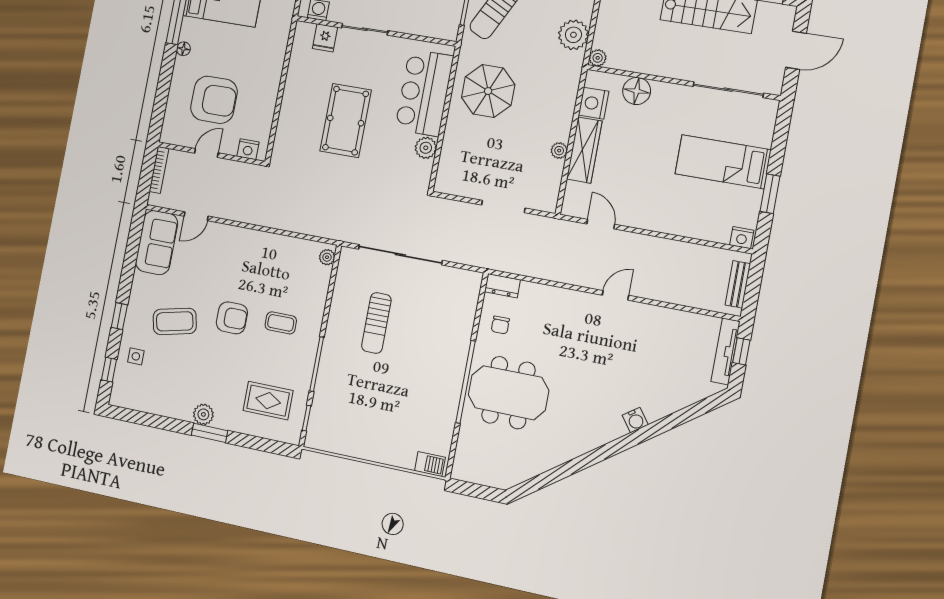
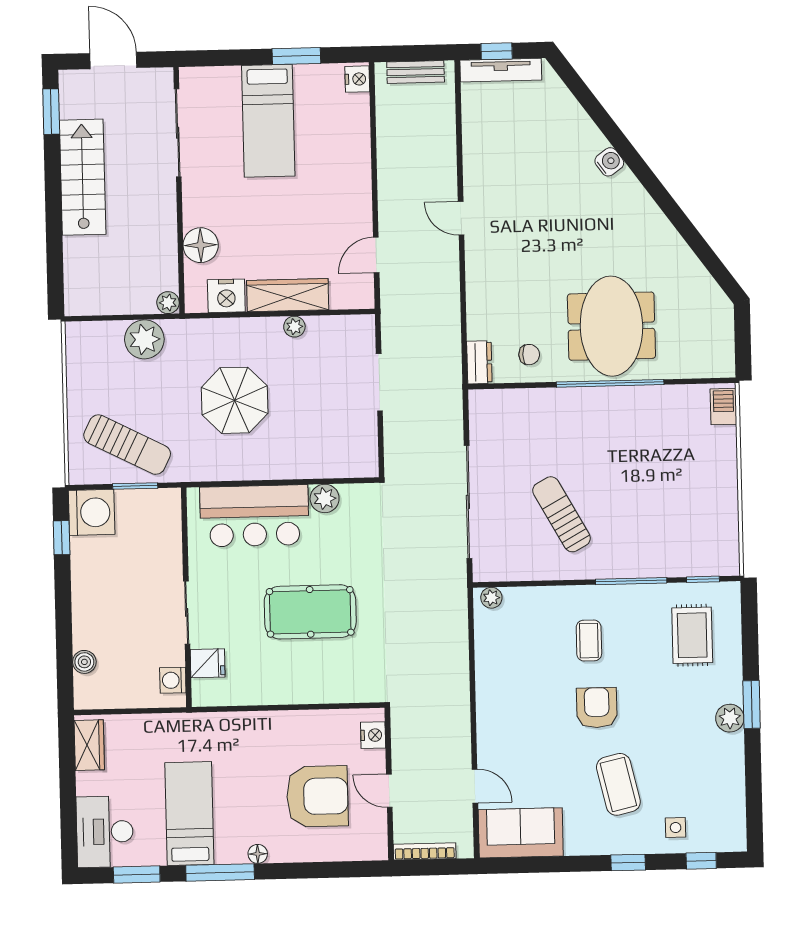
parasol: (488, 91) -> (235, 400), moved
armchair: (214, 100) -> (317, 796), turned 90
sun lounger: (376, 323) -> (562, 514), turned -119

